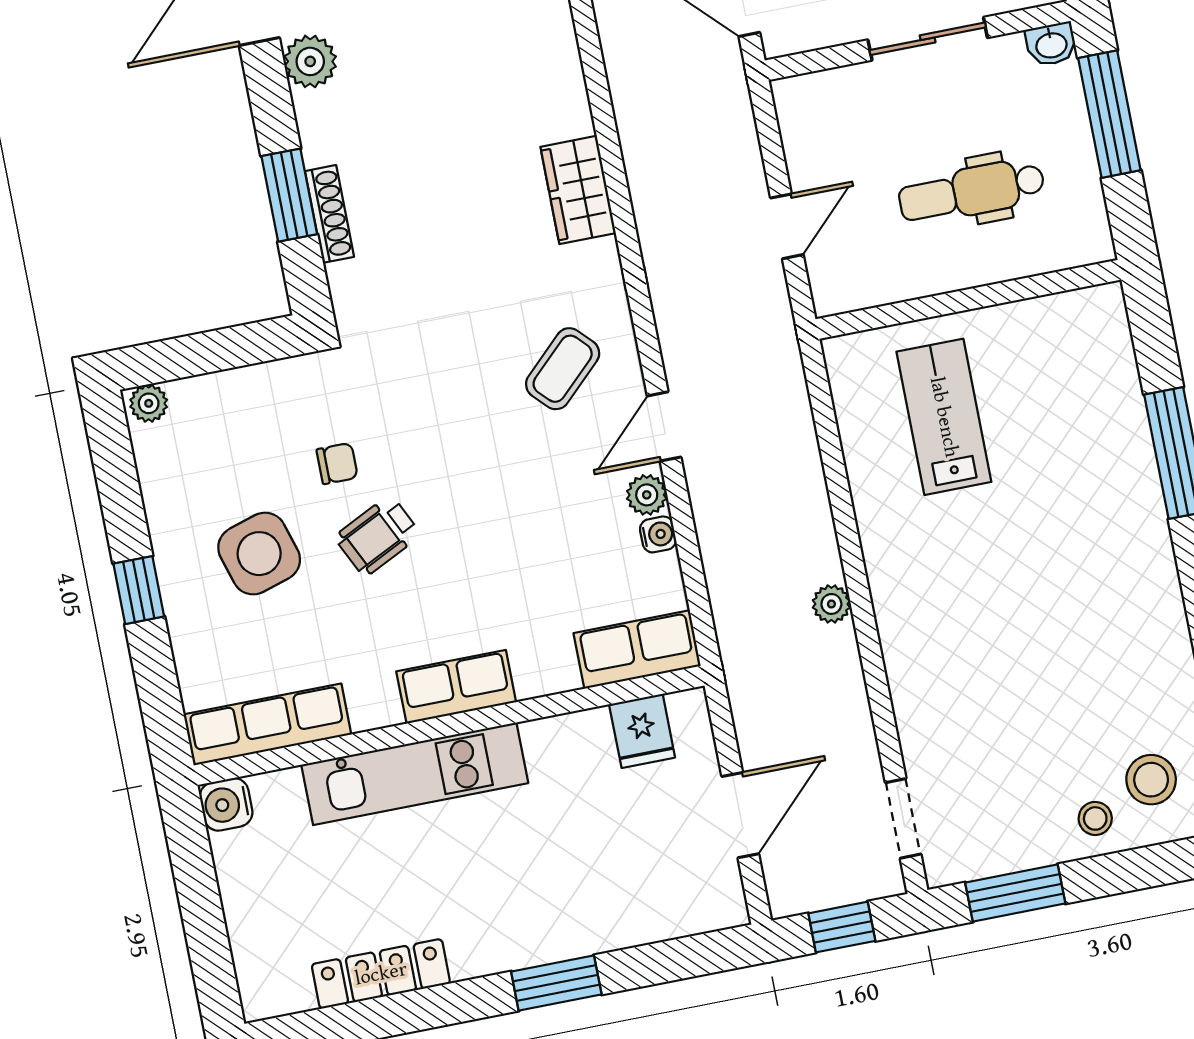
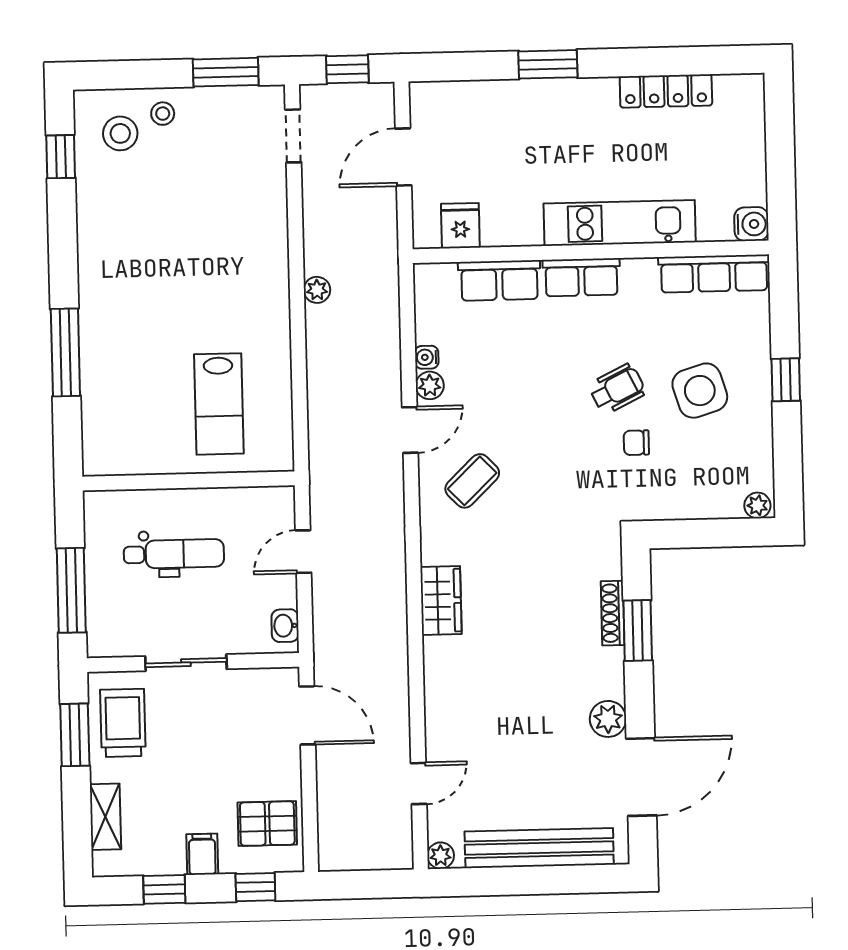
washbasin: (1051, 44) -> (285, 626), moved, turned -90
row of seats: (637, 649) -> (499, 280), moved

